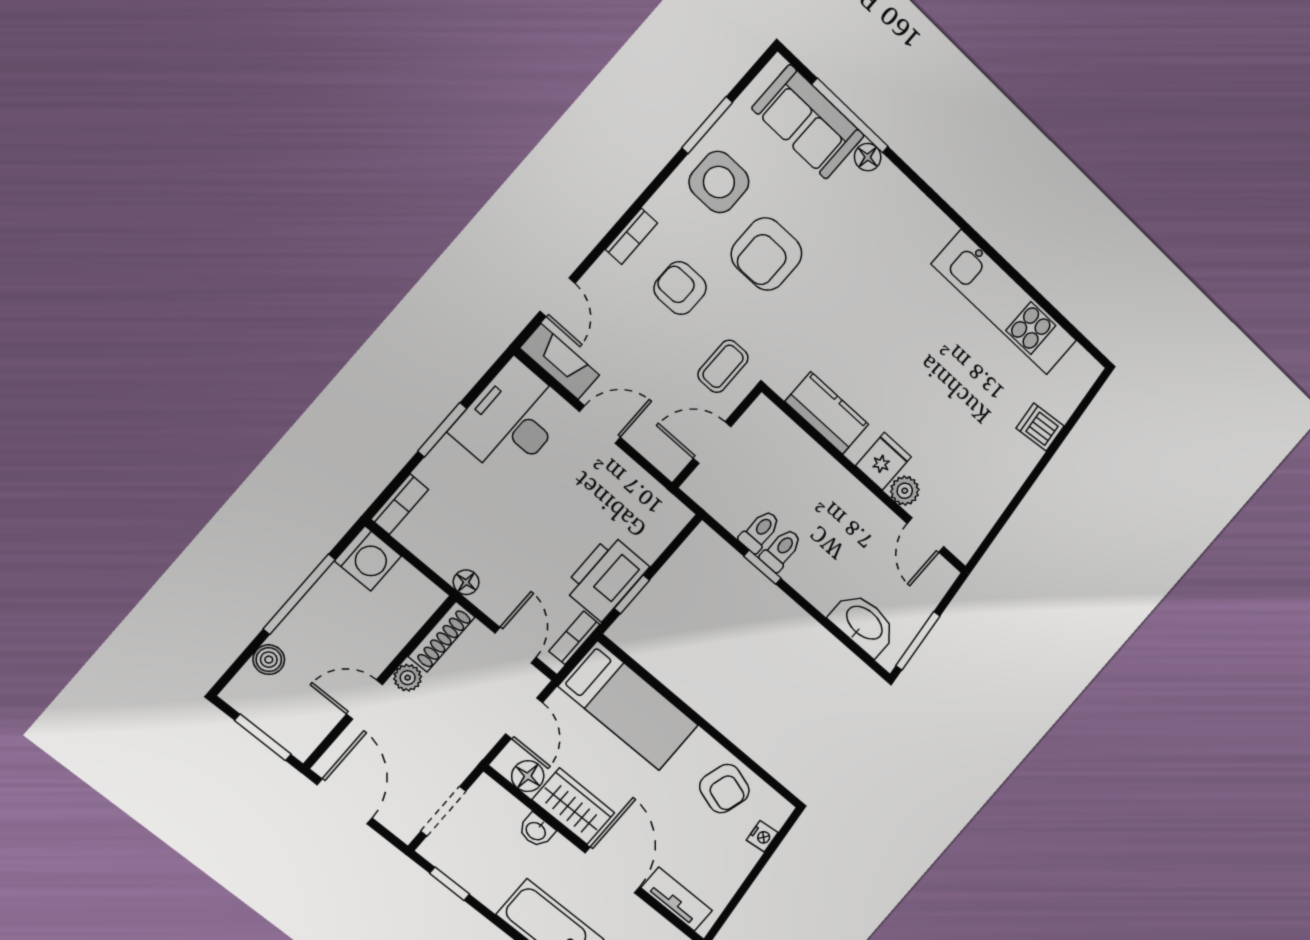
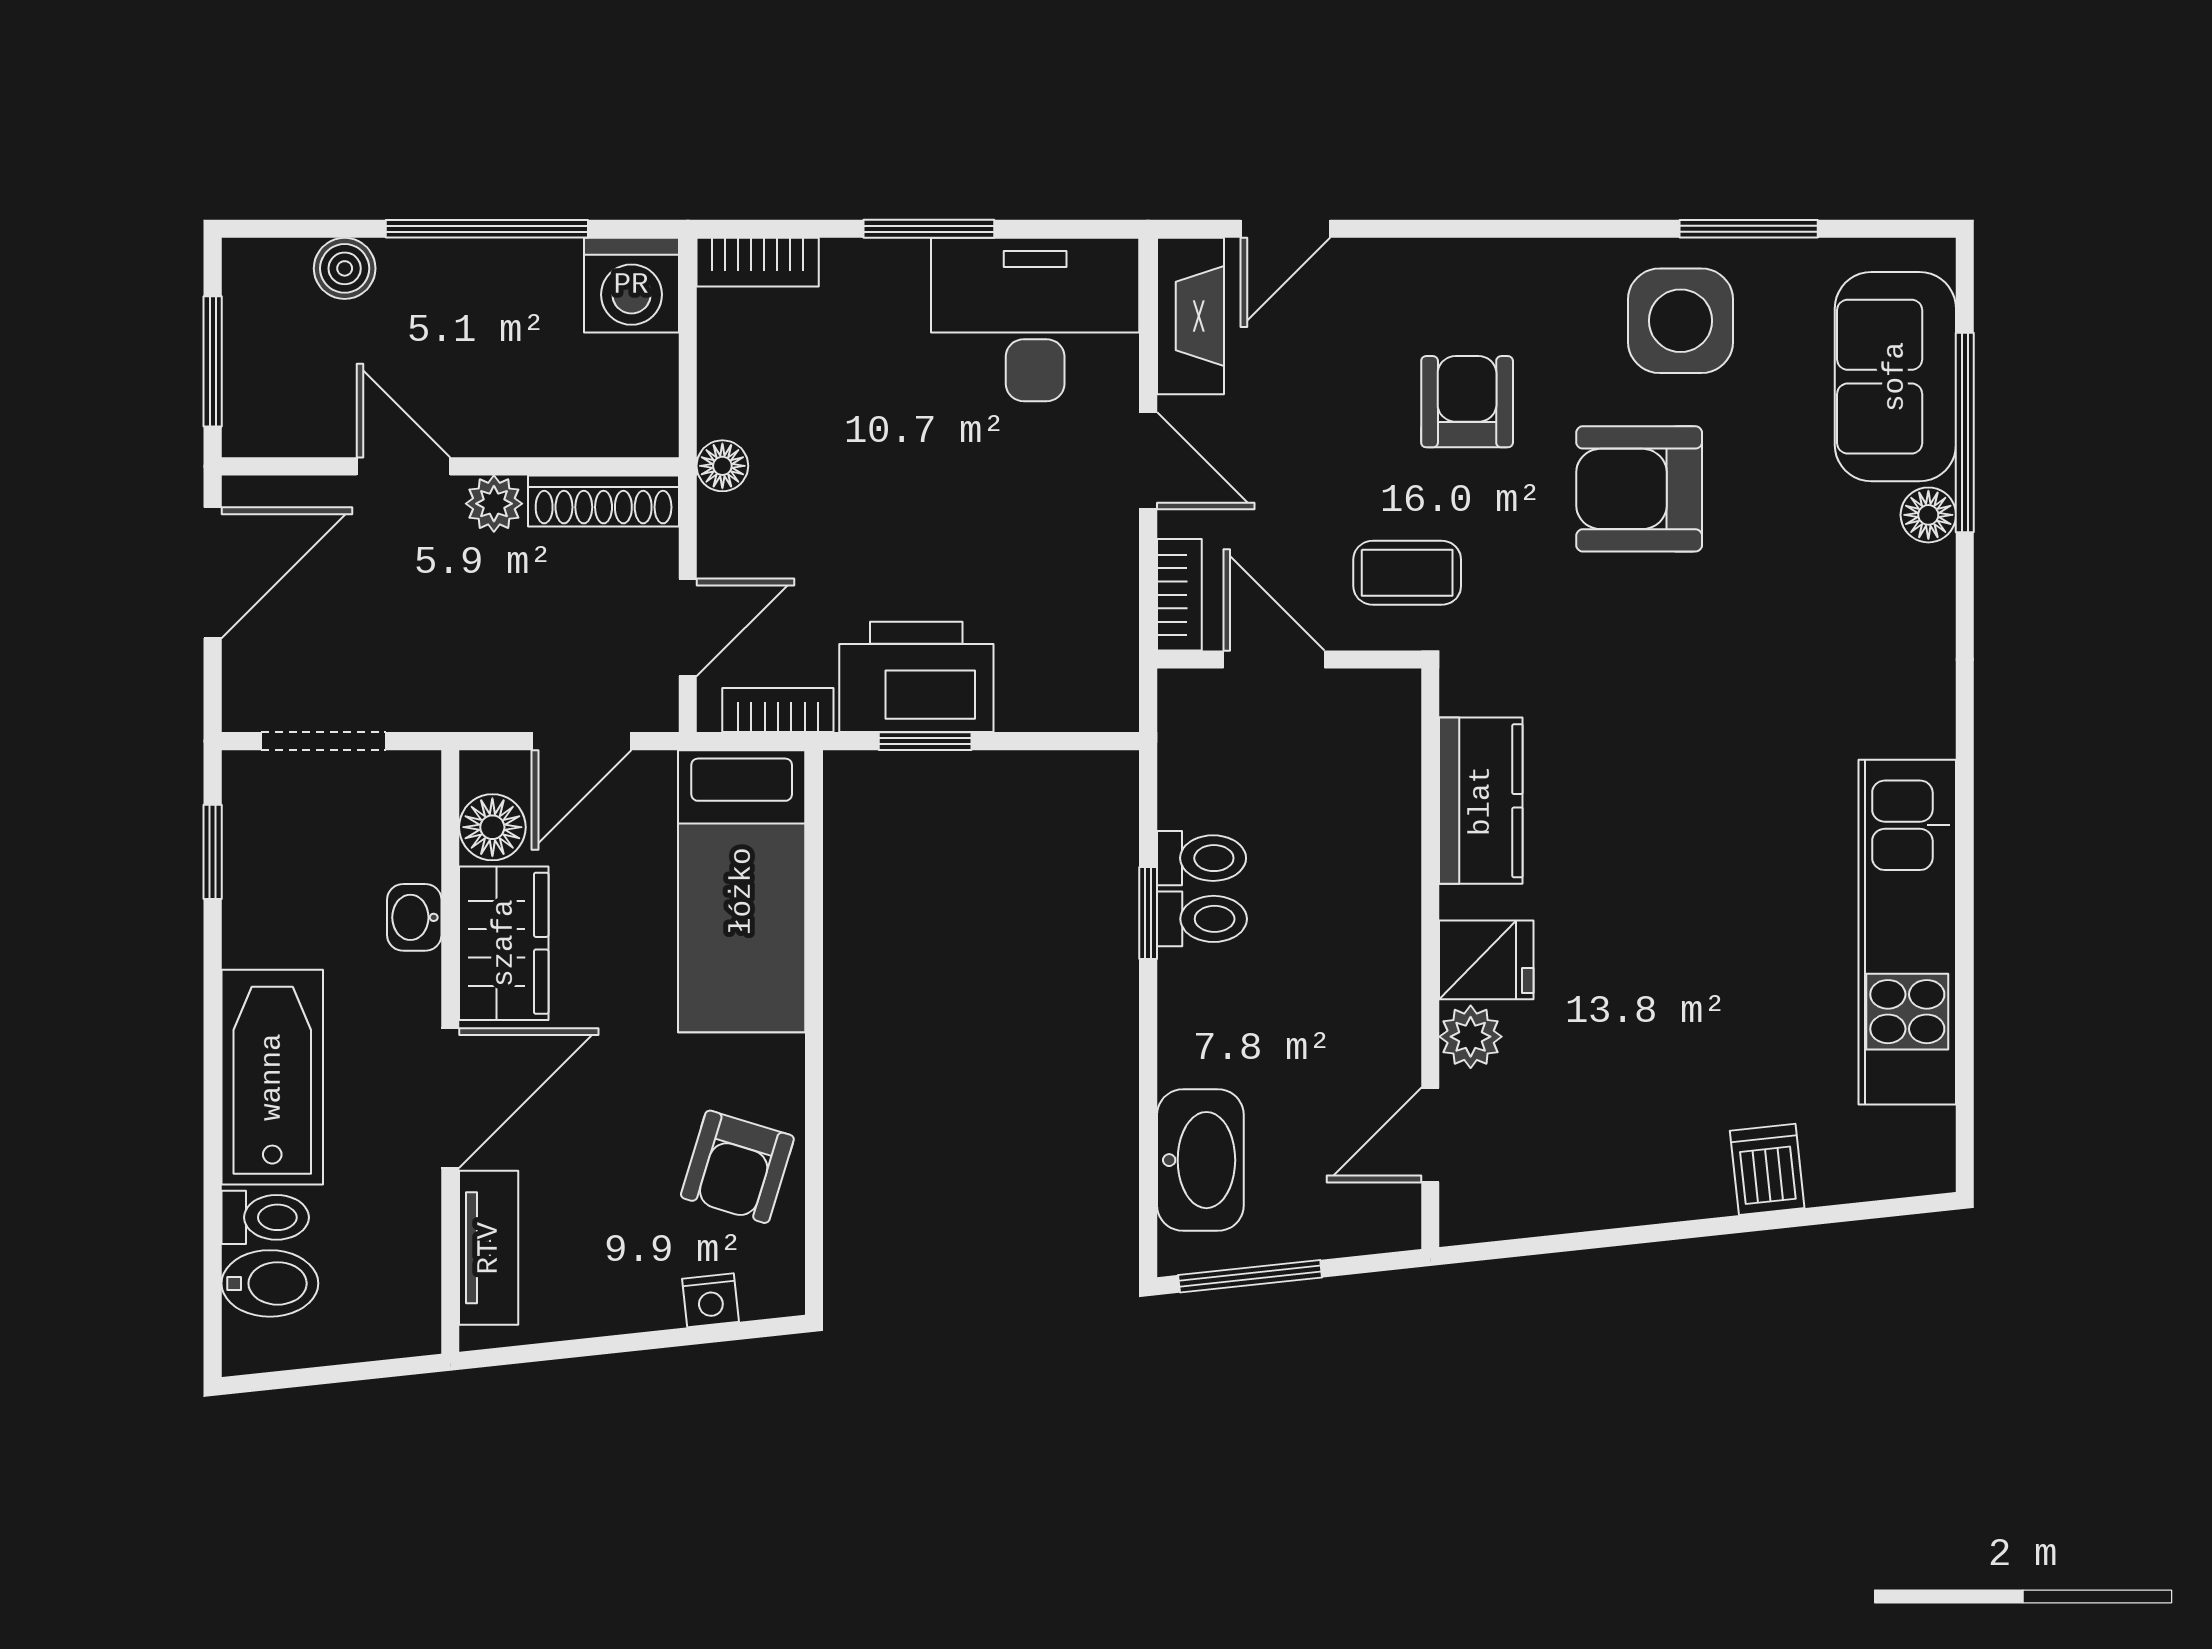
bookcase: (631, 236) -> (1179, 595), moved, turned -90

